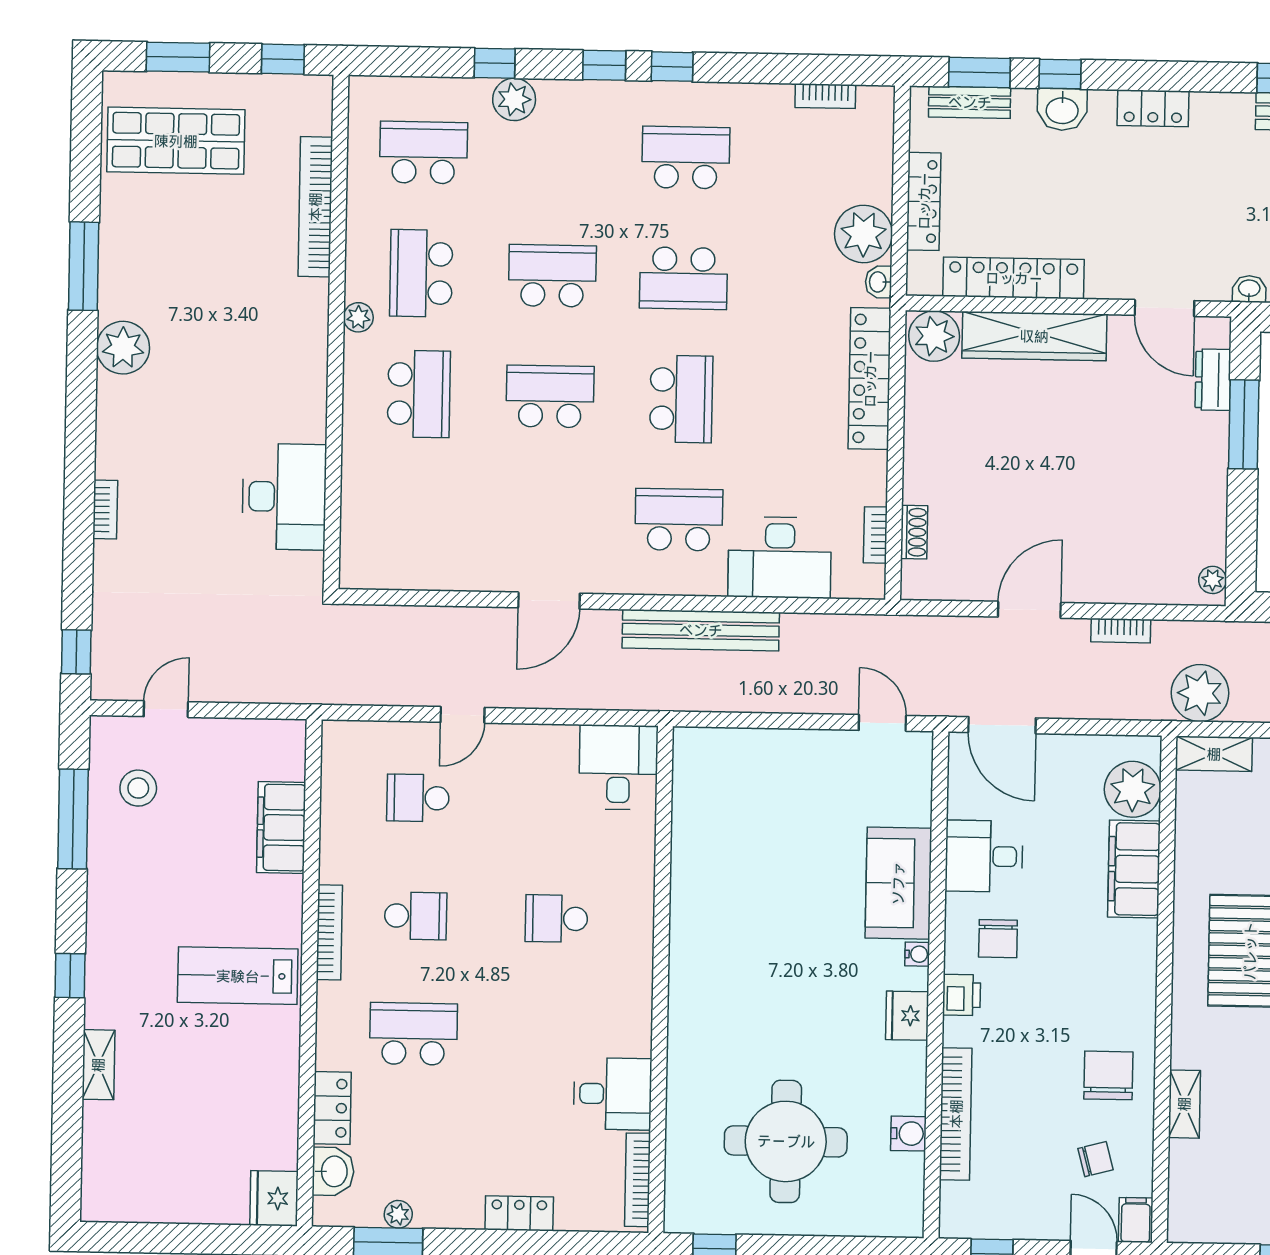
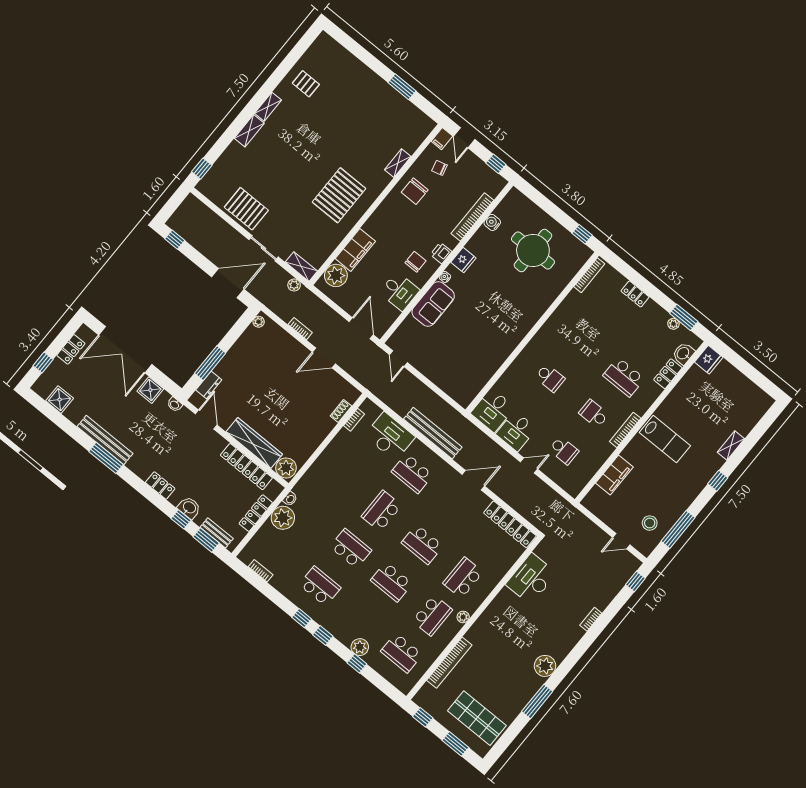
school desk: (686, 158) -> (320, 586), turned 180
locker: (870, 379) -> (510, 524), moved, turned 90
plant: (1200, 693) -> (294, 285), width x0.53, depth x0.53
desk: (613, 1094) -> (516, 431), moved, turned -90

